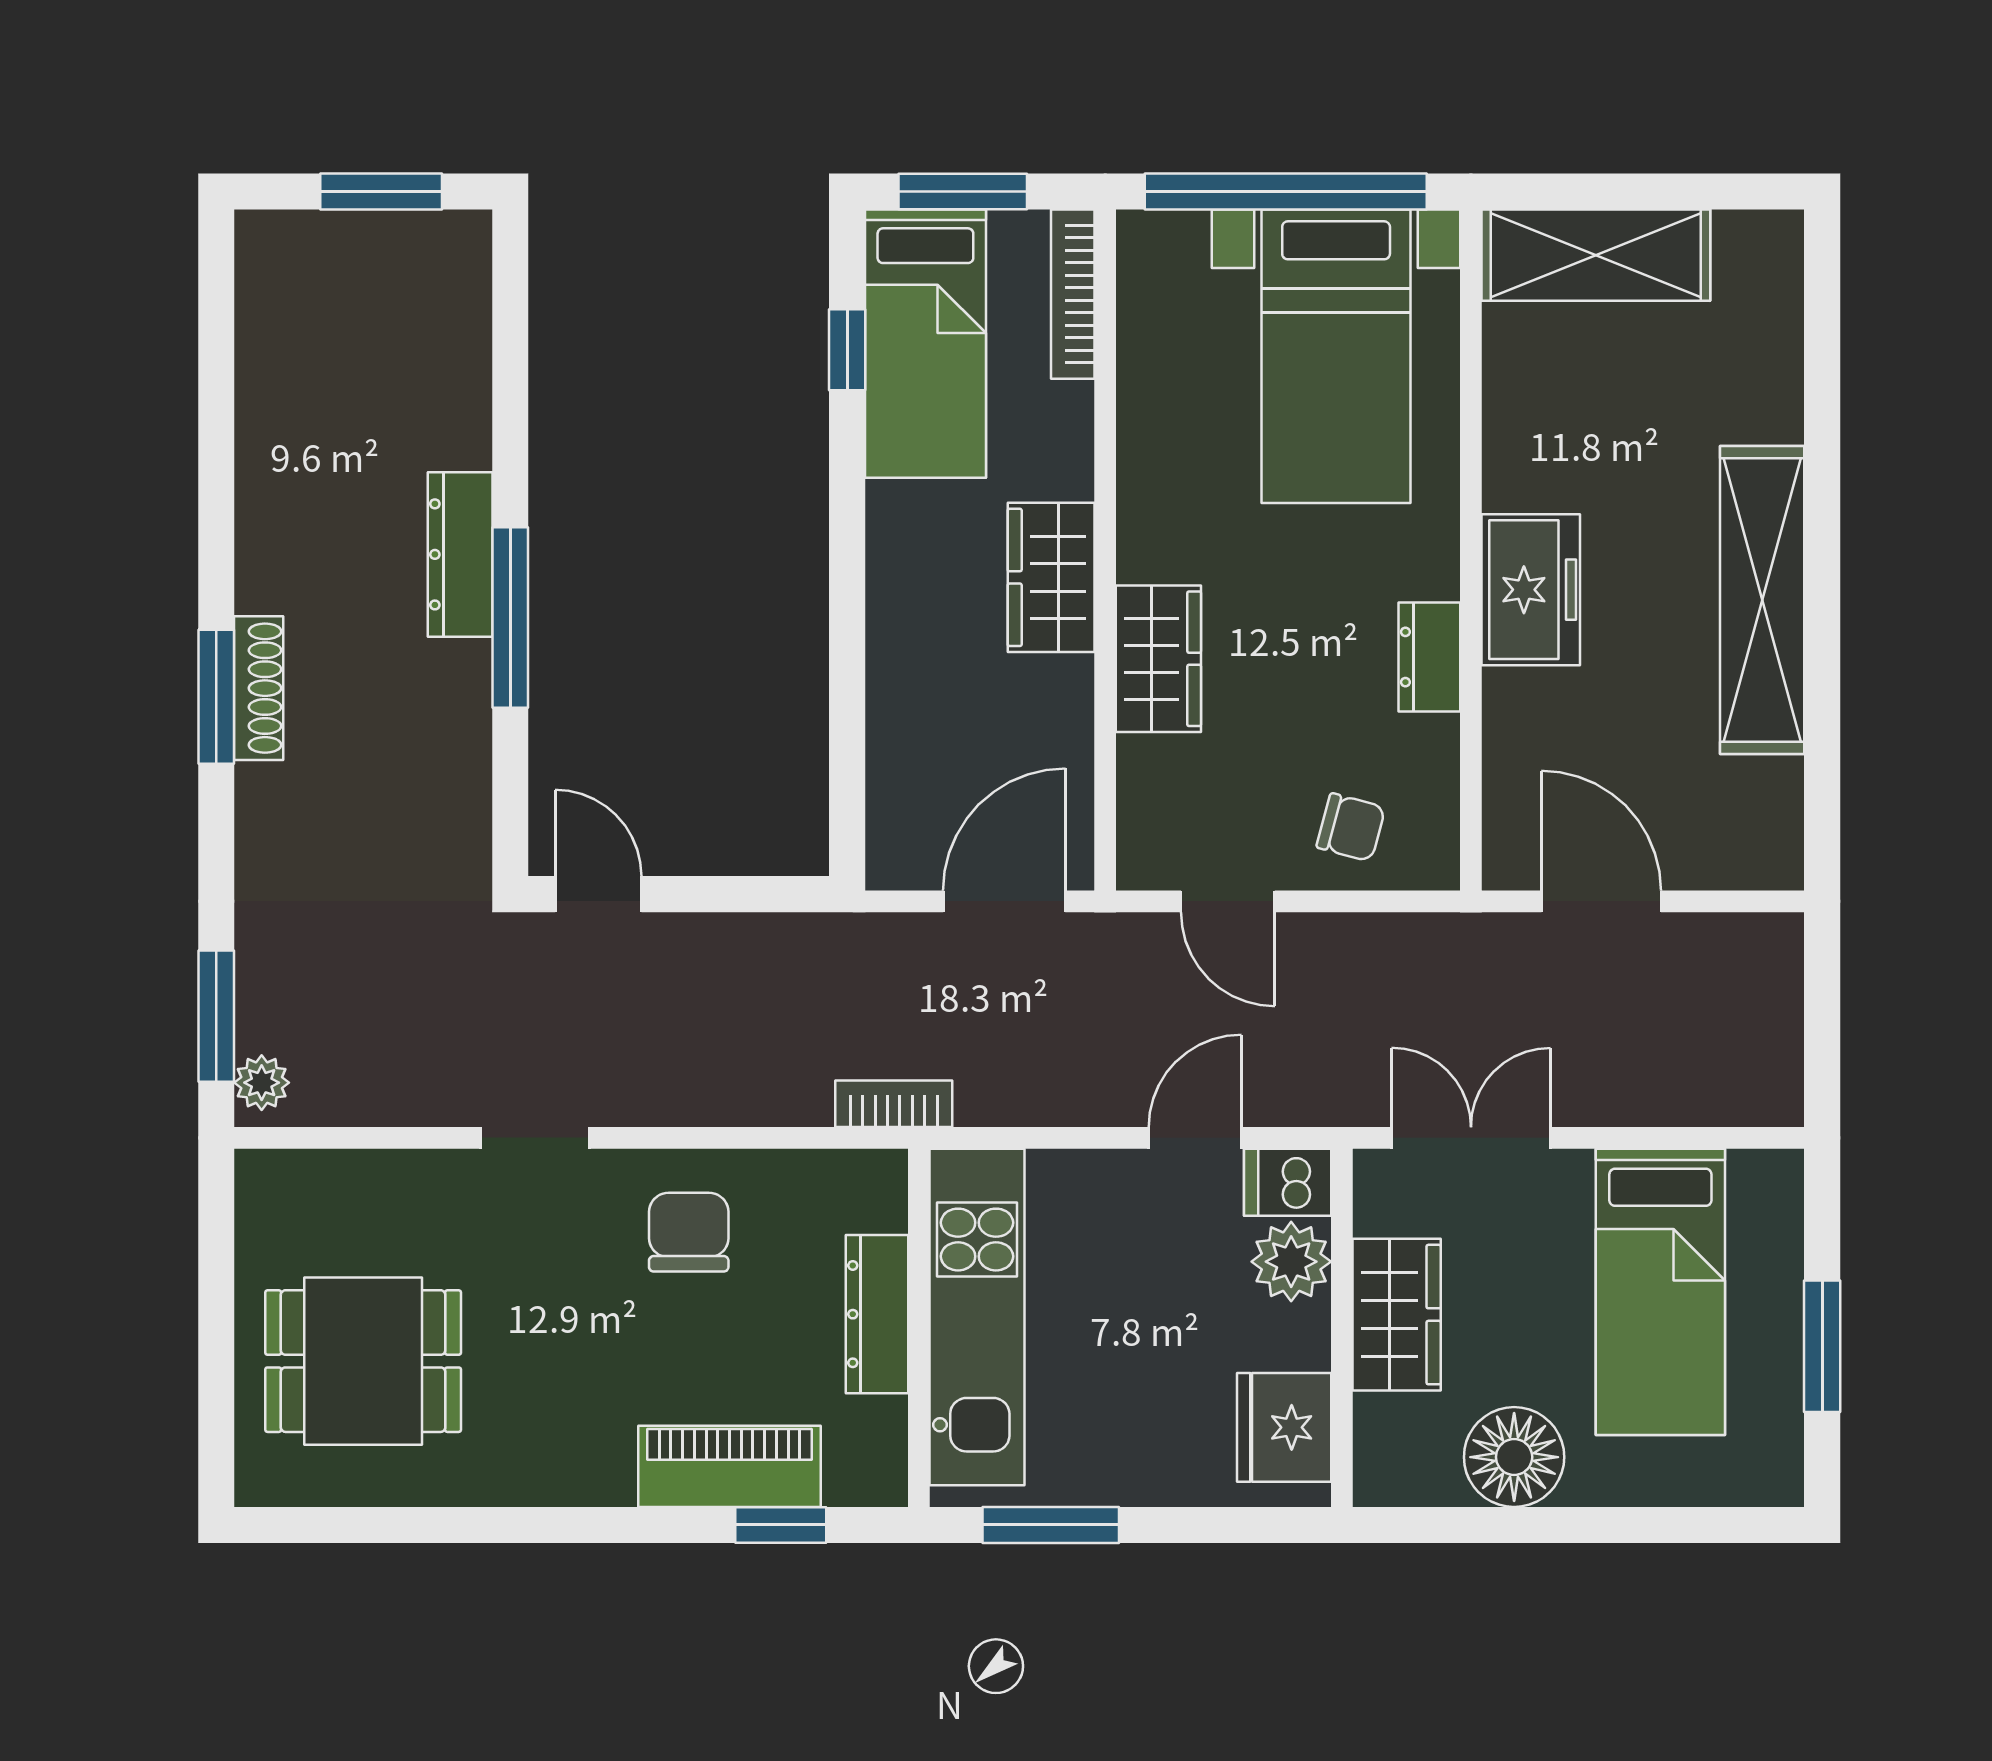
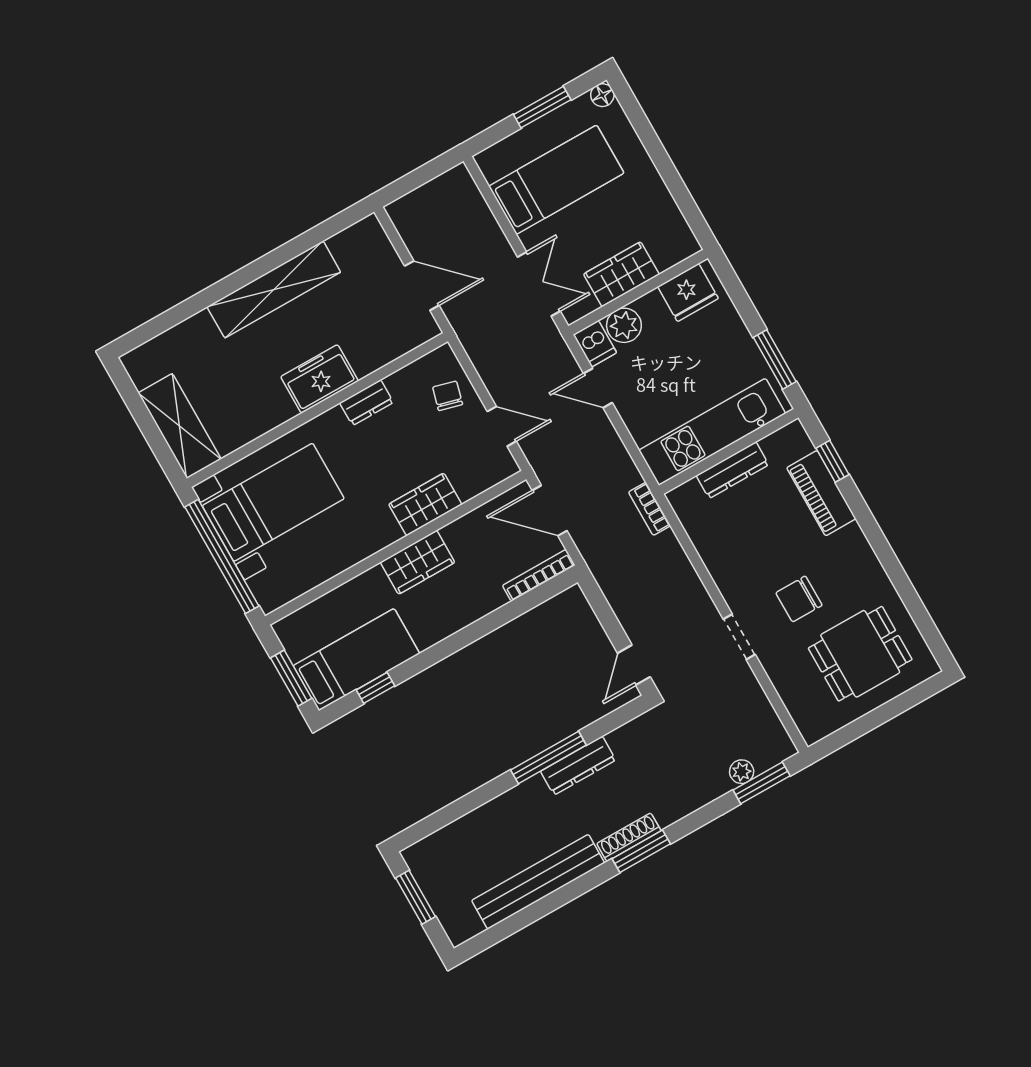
bookcase: (1073, 294) -> (539, 575), moved, turned 180
bench: (273, 455) -> (538, 882), added
dresser: (460, 554) -> (578, 766), moved
door: (1228, 901) -> (502, 426), hinge flipped
door: (1601, 901) -> (422, 286), swing flipped
plant: (262, 1083) -> (742, 772), moved
double door: (1471, 1138) -> (539, 284), swing flipped
chair: (689, 1232) -> (799, 599), moved
dining table: (363, 1361) -> (860, 654), turned 90
floor lamp: (1514, 1457) -> (602, 95), moved, width x0.53, depth x0.53

